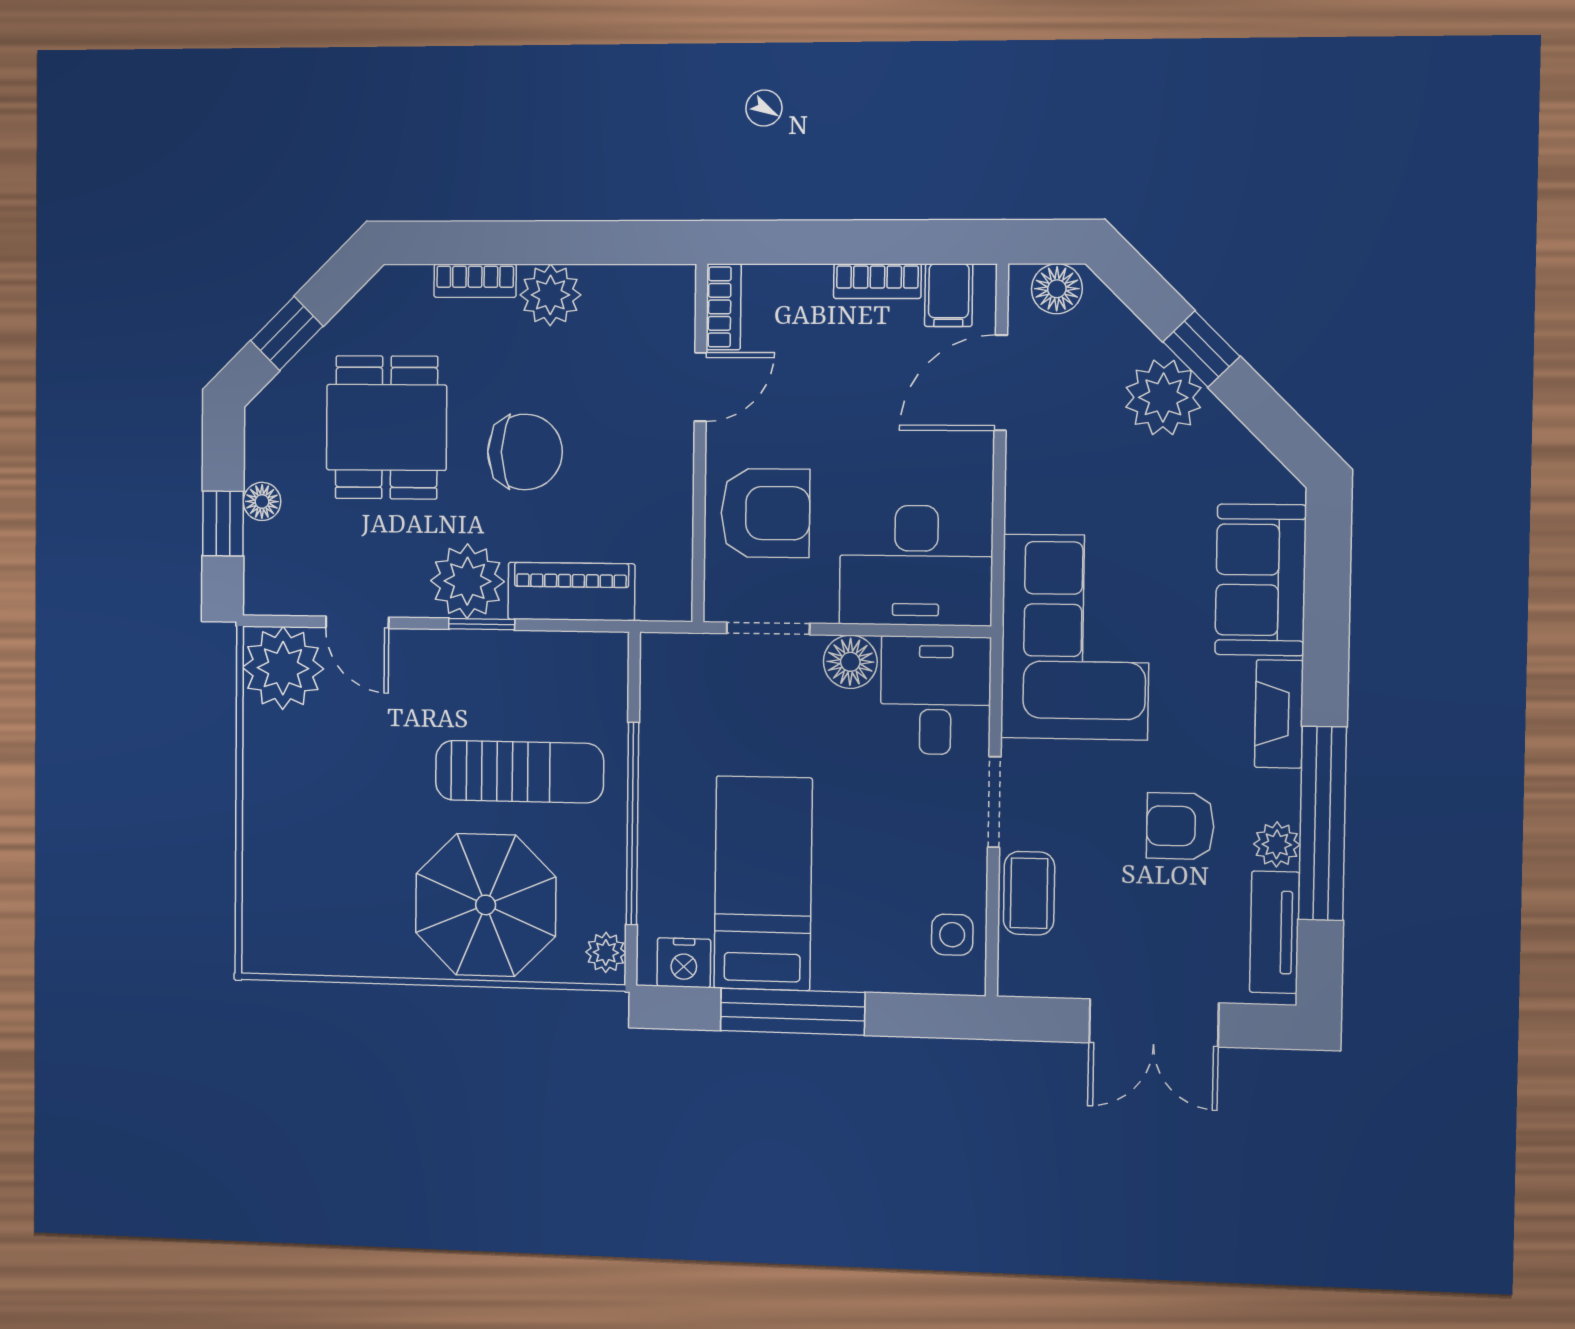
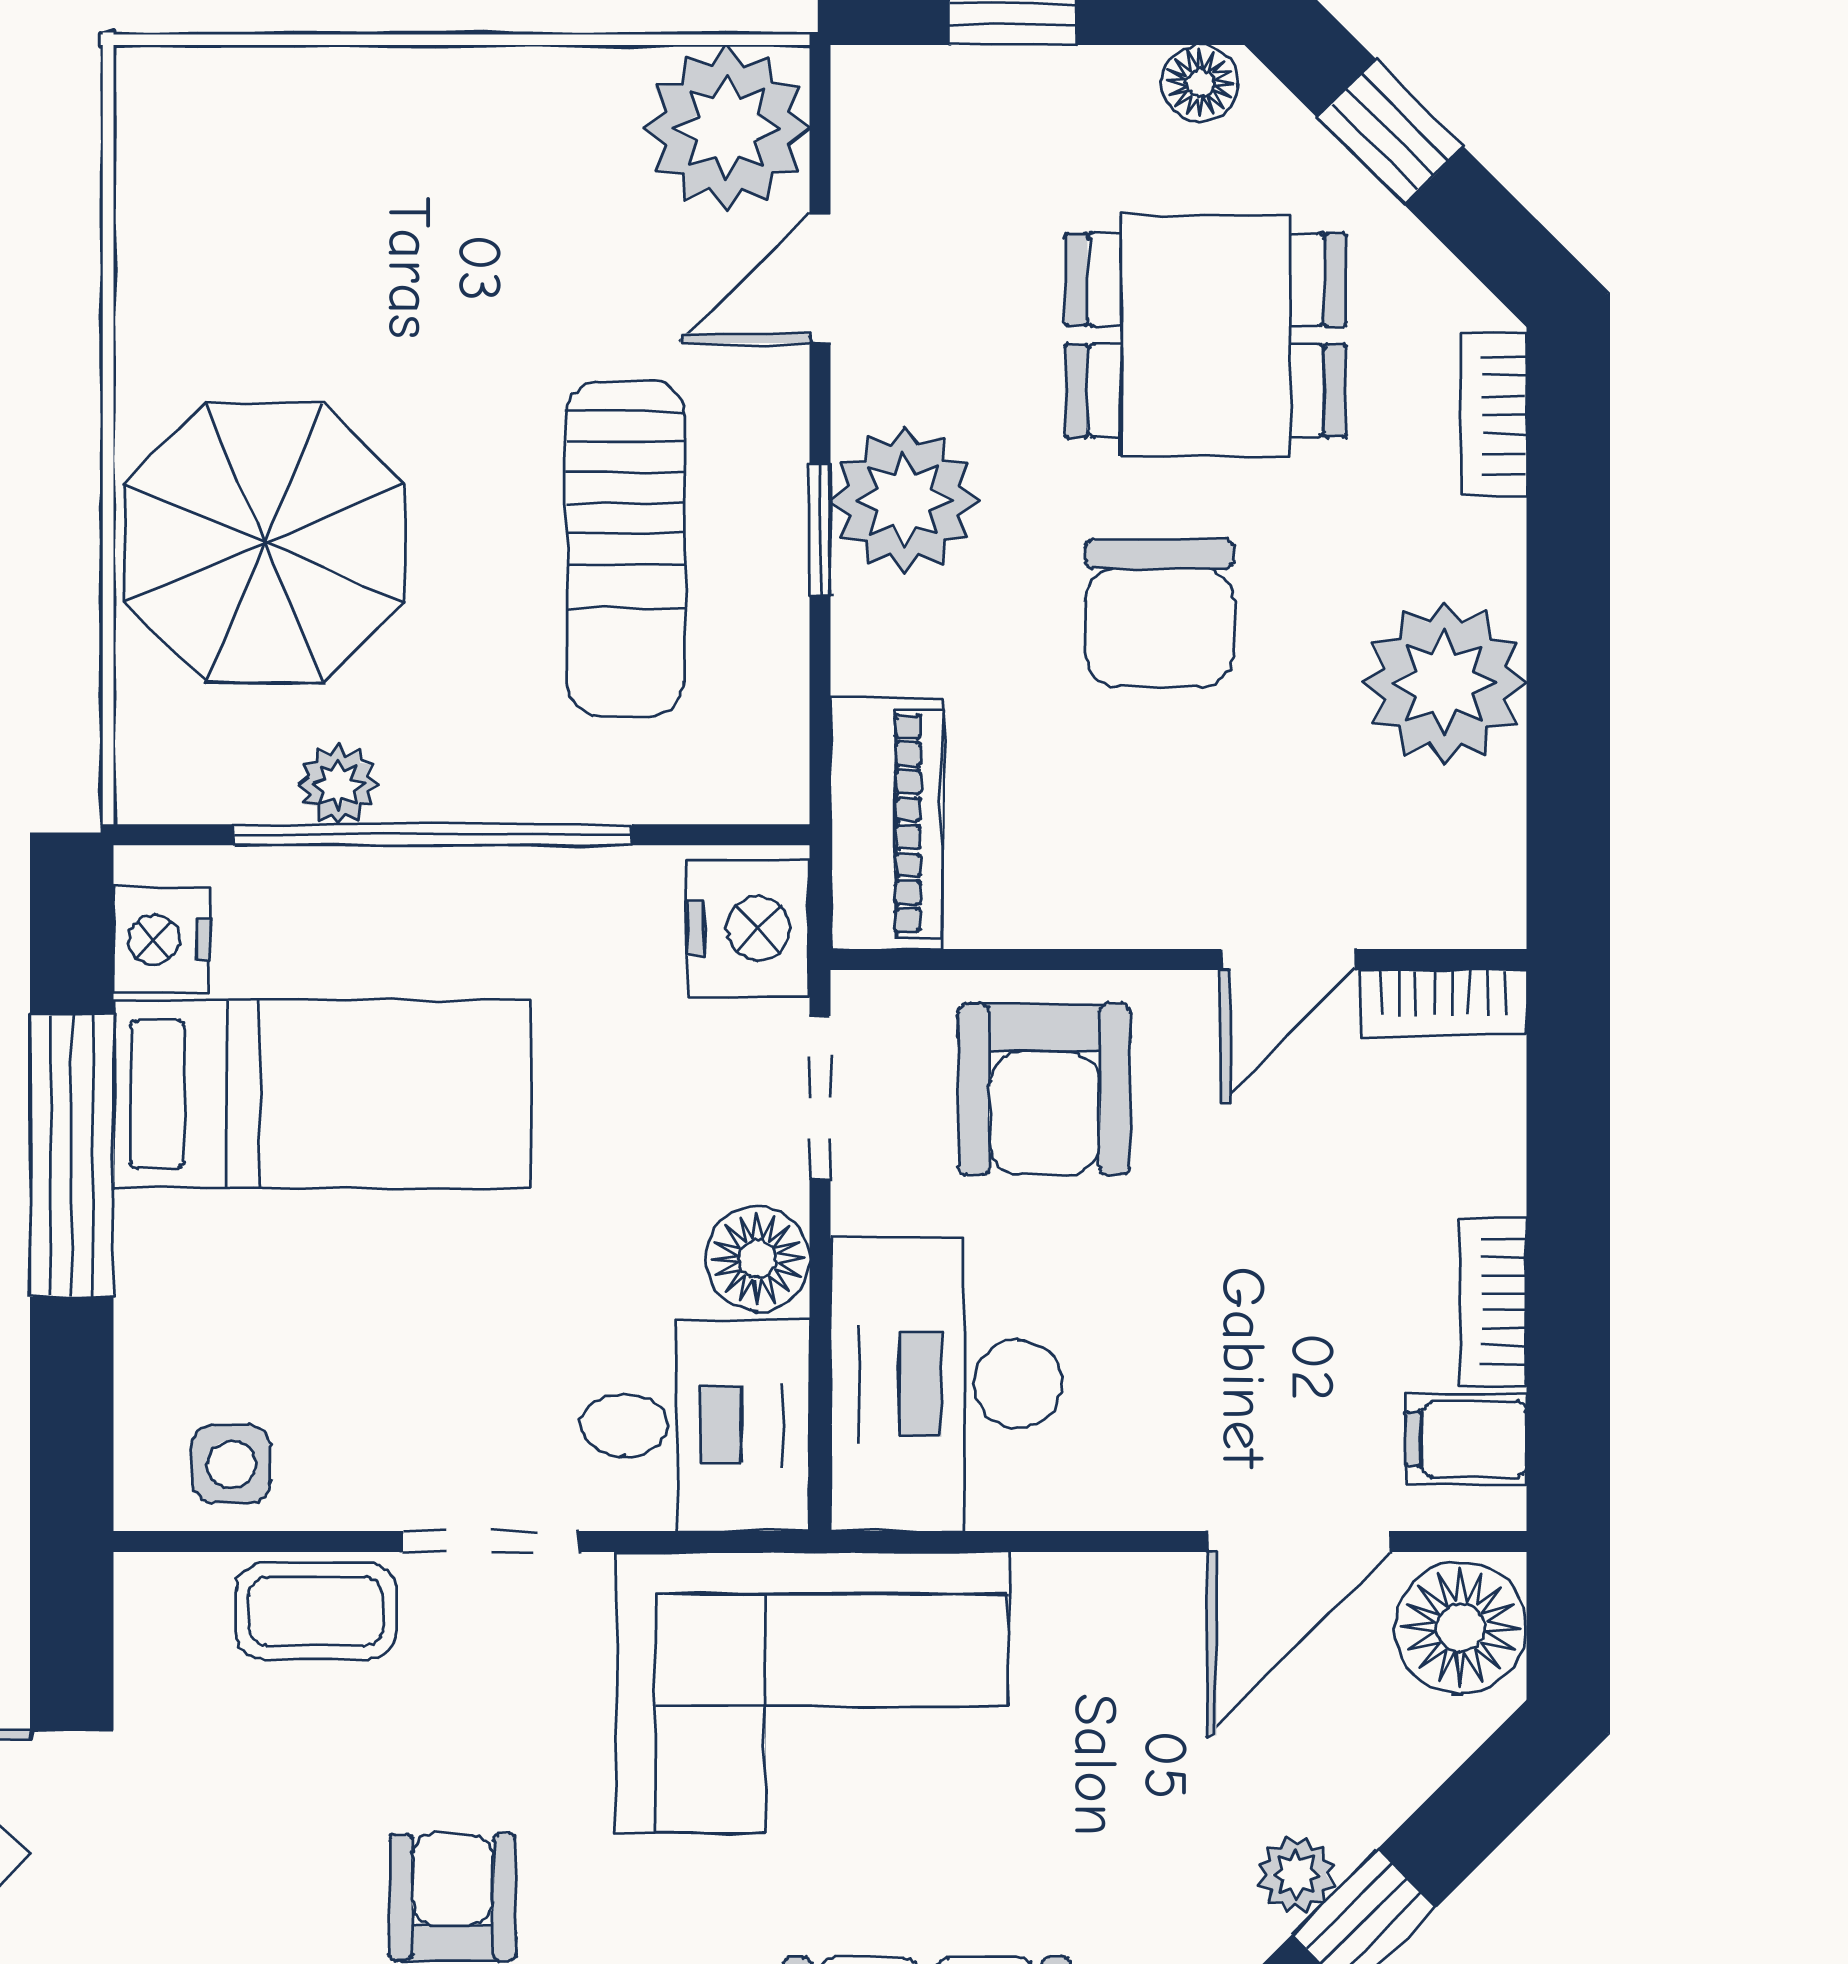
bookcase: (475, 281) -> (1494, 415), moved
floor lamp: (1057, 289) -> (1461, 1628), width x1.38, depth x1.38
plant: (550, 295) -> (1444, 683), width x1.36, depth x1.36
door: (1001, 383) -> (1299, 1541), swing flipped
door: (700, 387) -> (1288, 959), hinge flipped
plant: (1163, 397) -> (1296, 1875), width x0.53, depth x0.53
floor lamp: (262, 501) -> (1200, 83), moved
piano: (571, 592) -> (887, 823), moved
nightstand: (682, 664) -> (748, 928), added
sun lounger: (519, 772) -> (626, 548), moved
plant: (606, 952) -> (338, 784), moved

